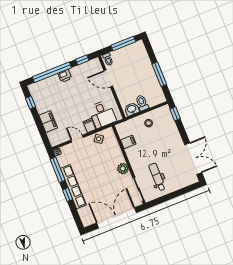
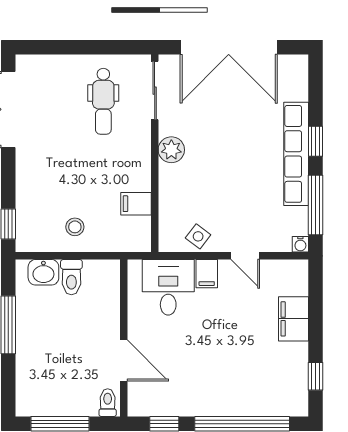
printer: (65, 76) -> (217, 405), removed
washbasin: (132, 109) -> (43, 272), moved

